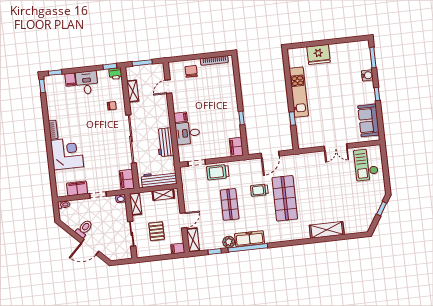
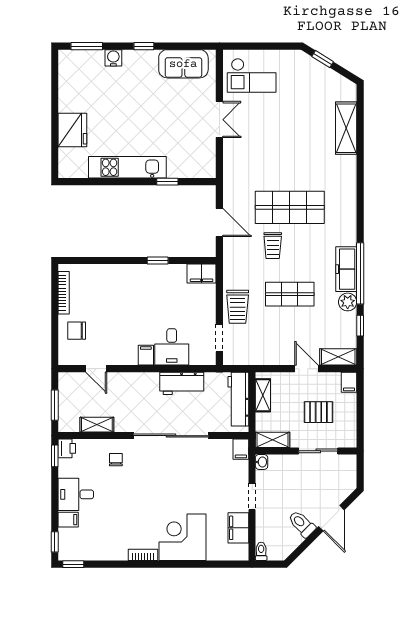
filing cabinet: (127, 180) -> (241, 449), width x0.50
shelving: (327, 230) -> (346, 128), moved

